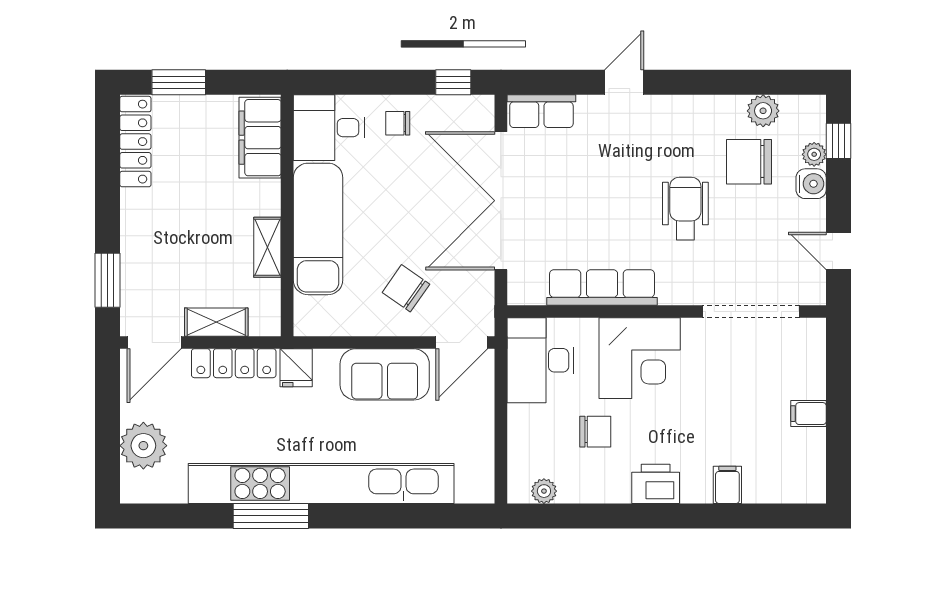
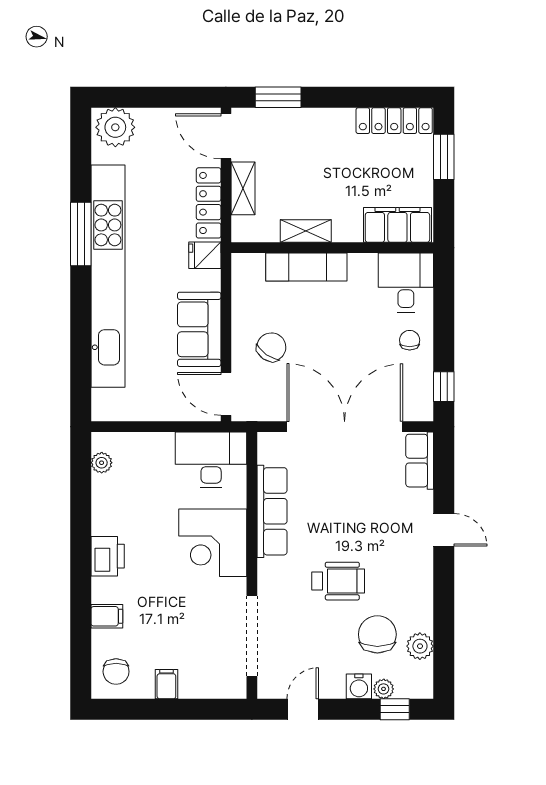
exam couch: (318, 229) -> (306, 267), width x0.73, depth x0.69
chair: (595, 432) -> (116, 672), moved
plant: (143, 446) -> (115, 127), moved

